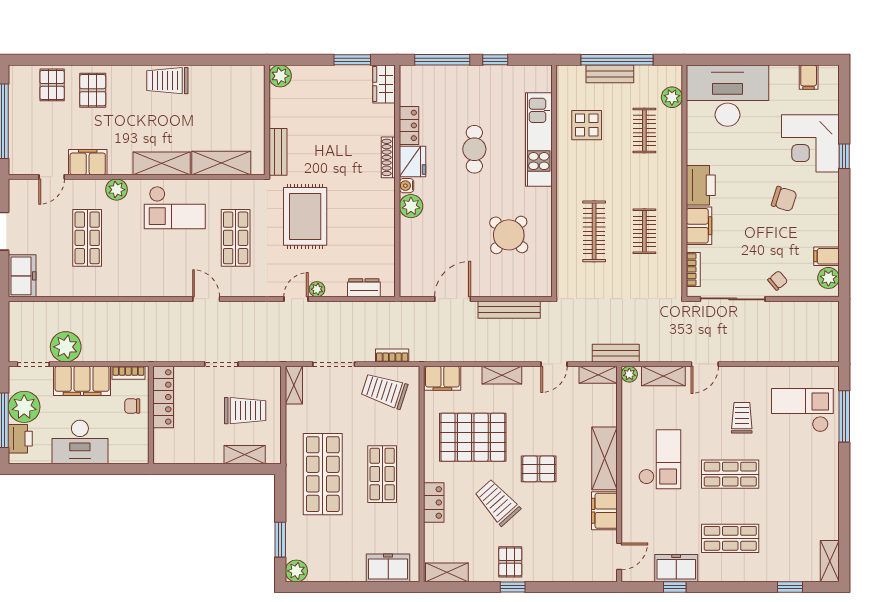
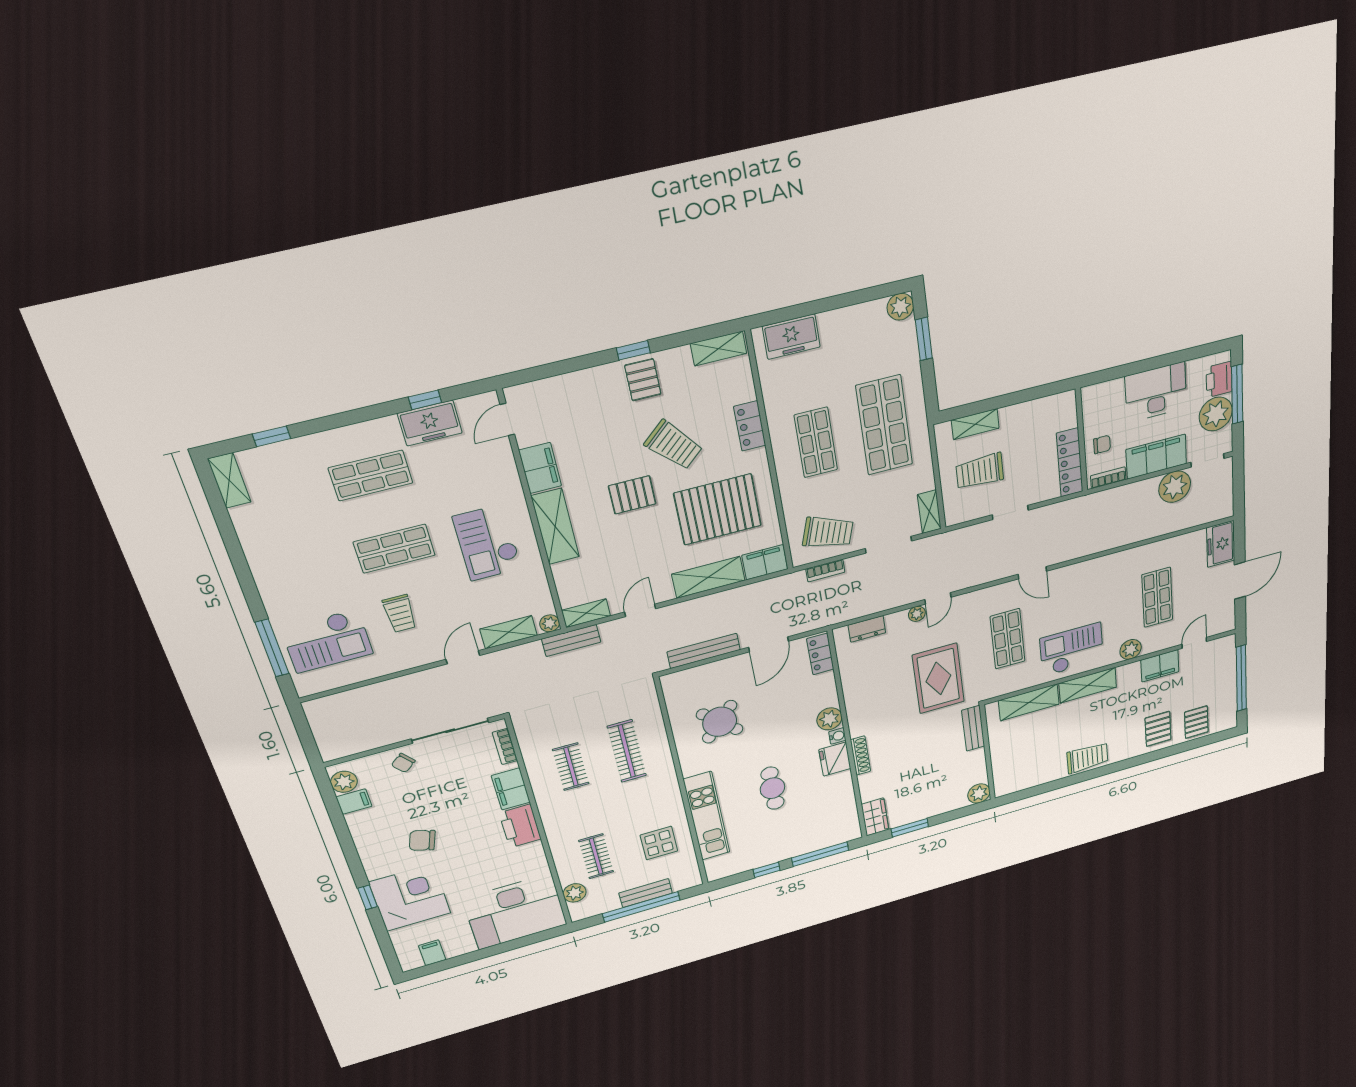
locker: (409, 125) -> (820, 654), moved
shelving: (502, 375) -> (708, 577), width x1.50, depth x1.33

